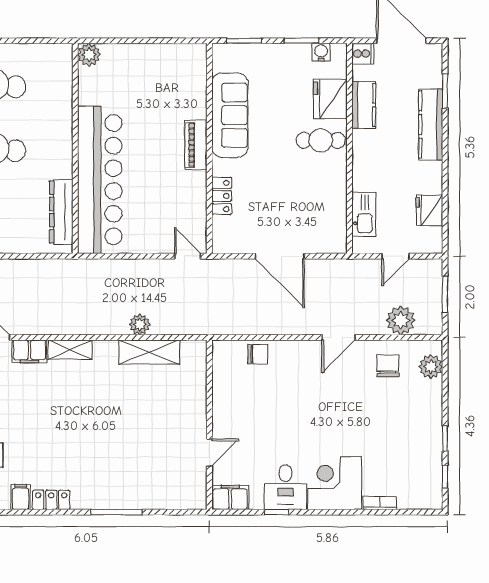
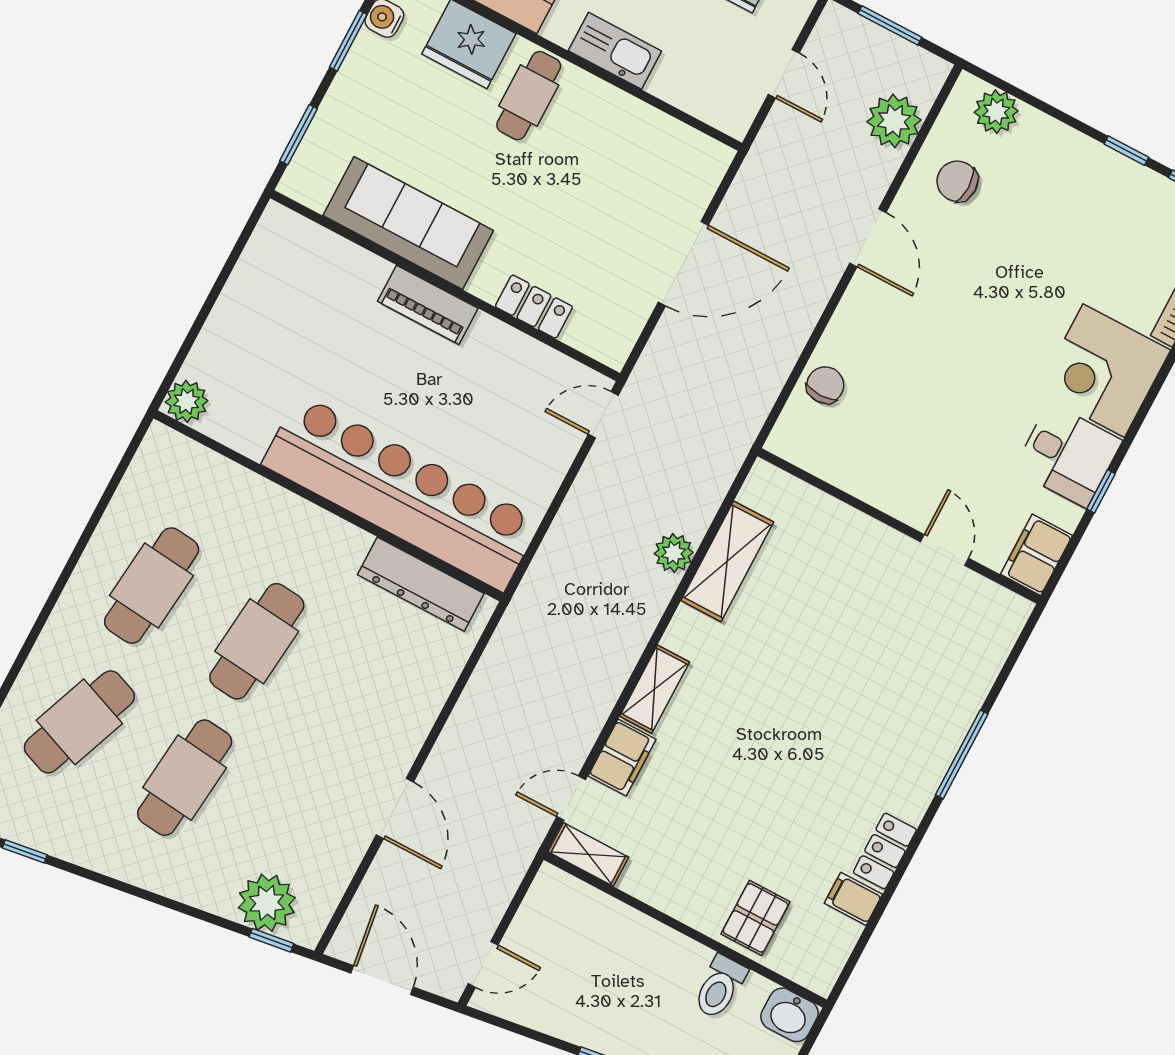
kitchen sink: (364, 214) -> (615, 51), moved

